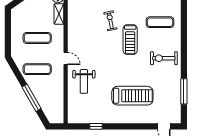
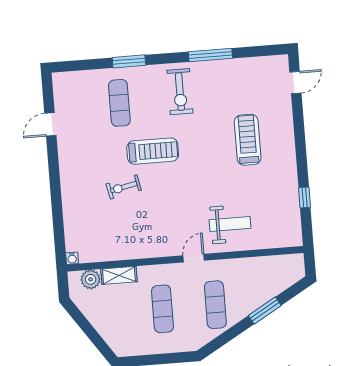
window: (184, 30) -> (129, 61), added
window: (184, 91) -> (210, 55), moved
treadmill: (132, 96) -> (248, 140), width x0.73, depth x0.73
window: (32, 98) -> (265, 310), width x0.69

